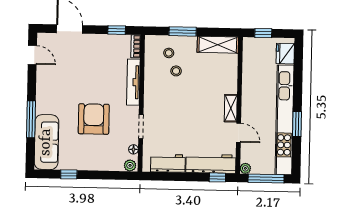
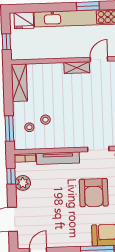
window: (183, 31) -> (9, 128), moved
plant: (109, 42) -> (23, 183), added
armchair: (94, 119) -> (94, 193), turned -90

